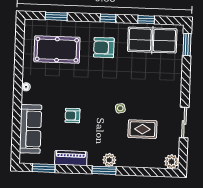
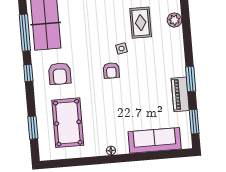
window: (146, 20) -> (25, 33), width x2.17
armchair: (72, 116) -> (111, 70), moved
plant: (109, 160) -> (174, 20), moved
window: (104, 170) -> (191, 79), moved

